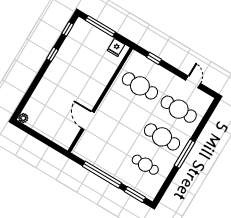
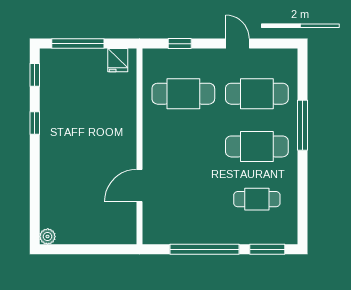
door: (193, 82) -> (238, 44), moved
door: (88, 120) -> (140, 186), hinge flipped
window: (185, 154) -> (303, 125), moved

